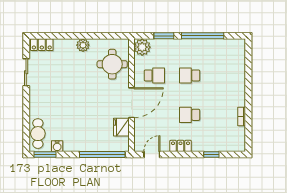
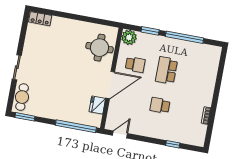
plant: (83, 45) -> (77, 26), removed
sliding door: (26, 72) -> (17, 67), moved
school desk: (190, 75) -> (166, 70), width x1.85
water cooler: (57, 146) -> (37, 111), removed
locker: (181, 146) -> (147, 132), removed

